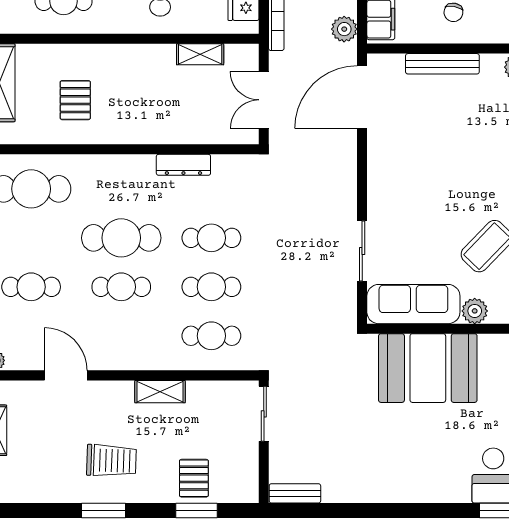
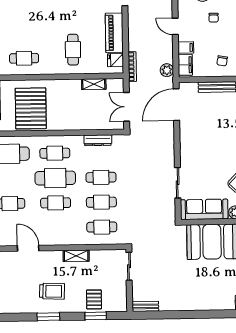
pallet: (75, 100) -> (31, 108), width x2.05, depth x2.00
dresser: (183, 165) -> (98, 140), moved
cafe table: (121, 189) -> (55, 153), added

